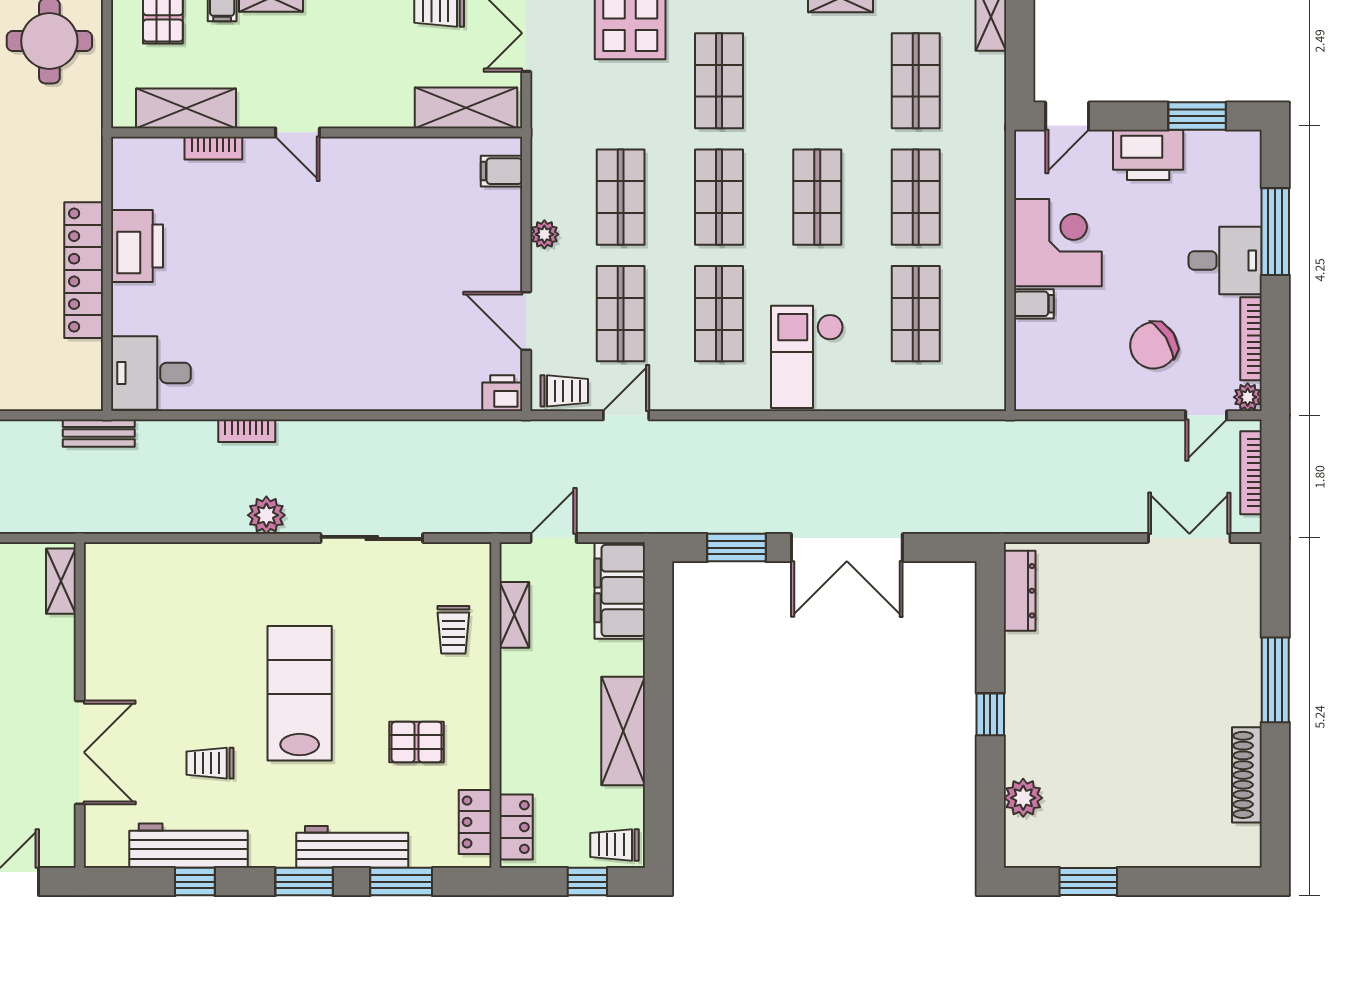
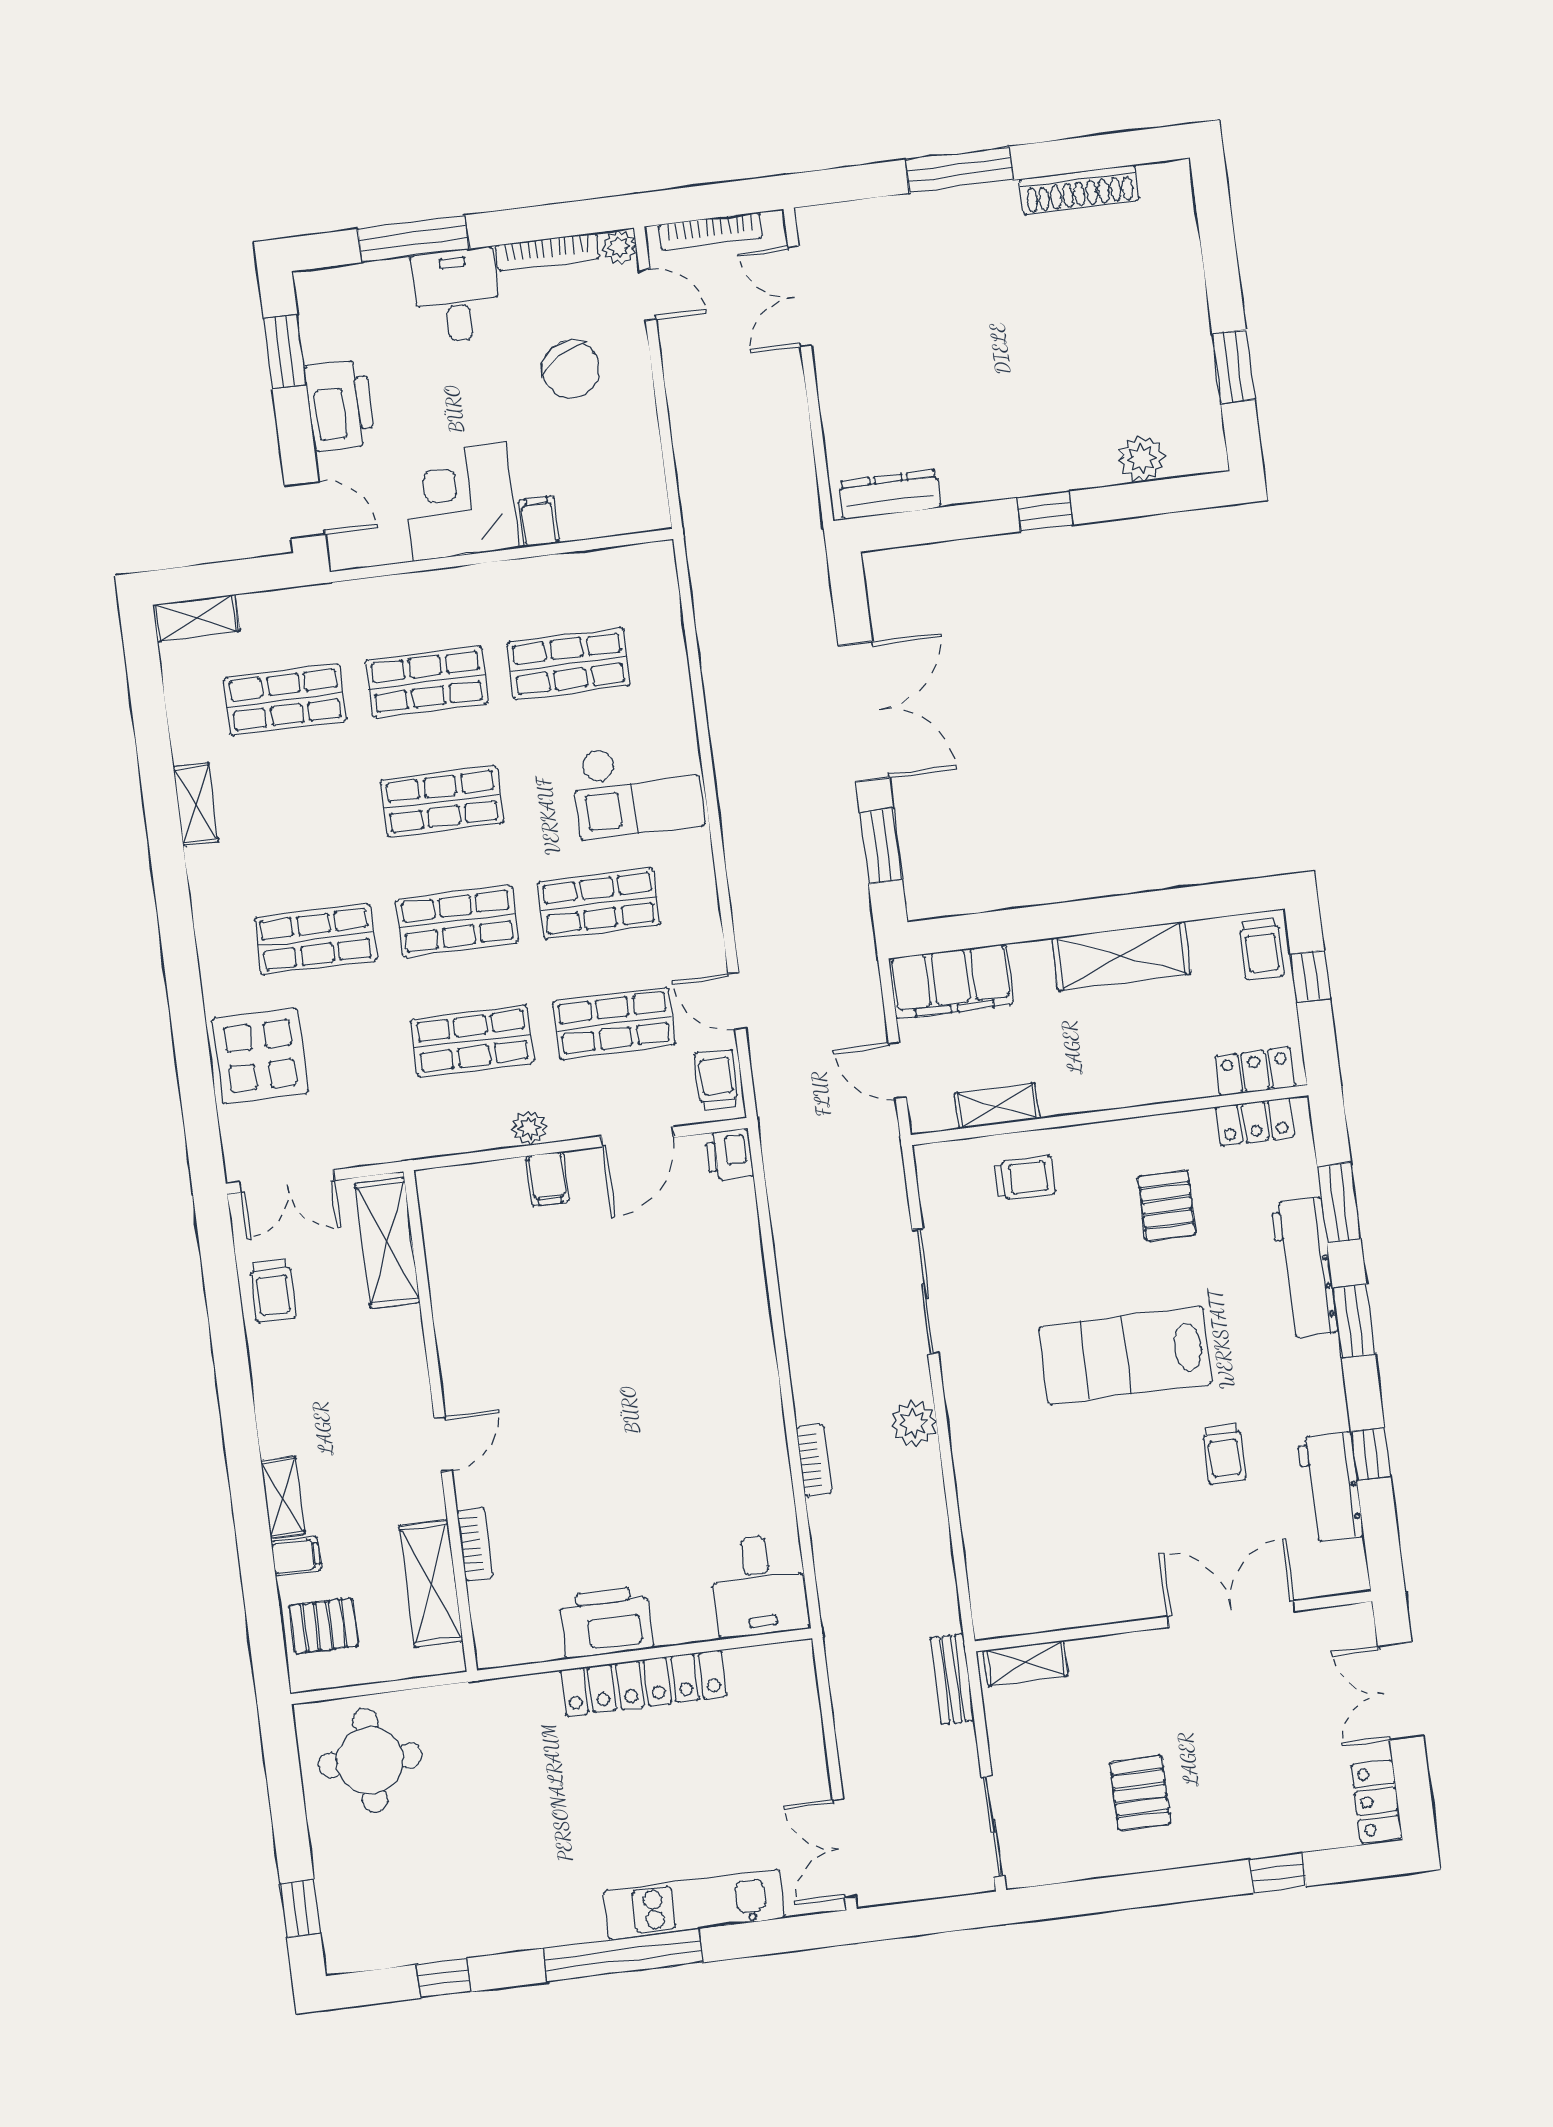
filing cabinet: (501, 171) -> (548, 1179), moved
bench: (99, 433) -> (952, 1679), moved
workbench: (188, 846) -> (1331, 1487), width x0.73

